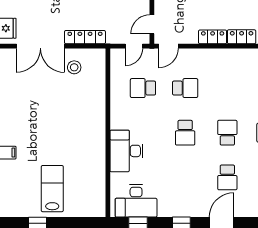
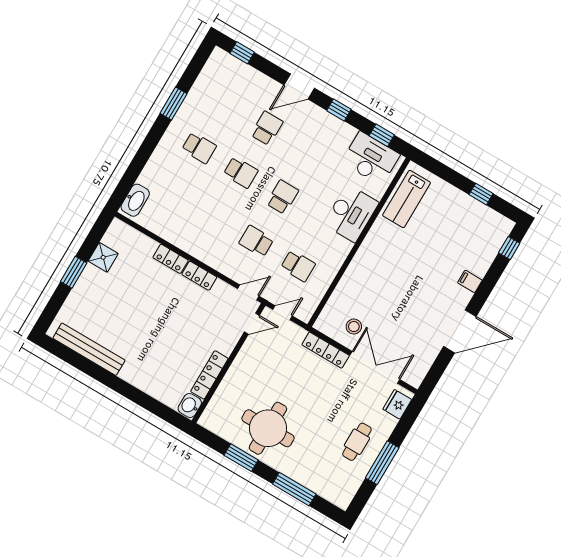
school desk: (227, 133) -> (241, 172), turned -90
lab bench: (52, 189) -> (407, 199), moved

